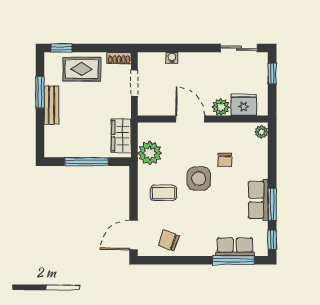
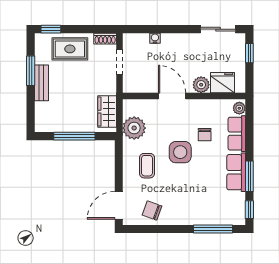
coffee table: (163, 193) -> (147, 166), turned 90
row of seats: (235, 247) -> (237, 134), moved, turned -90

